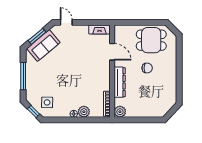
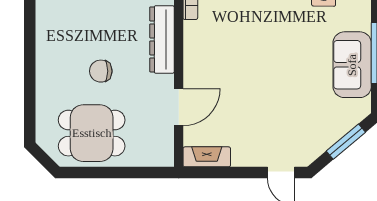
sofa: (43, 45) -> (352, 65), moved, turned -50
door: (112, 52) -> (179, 107), swing flipped

